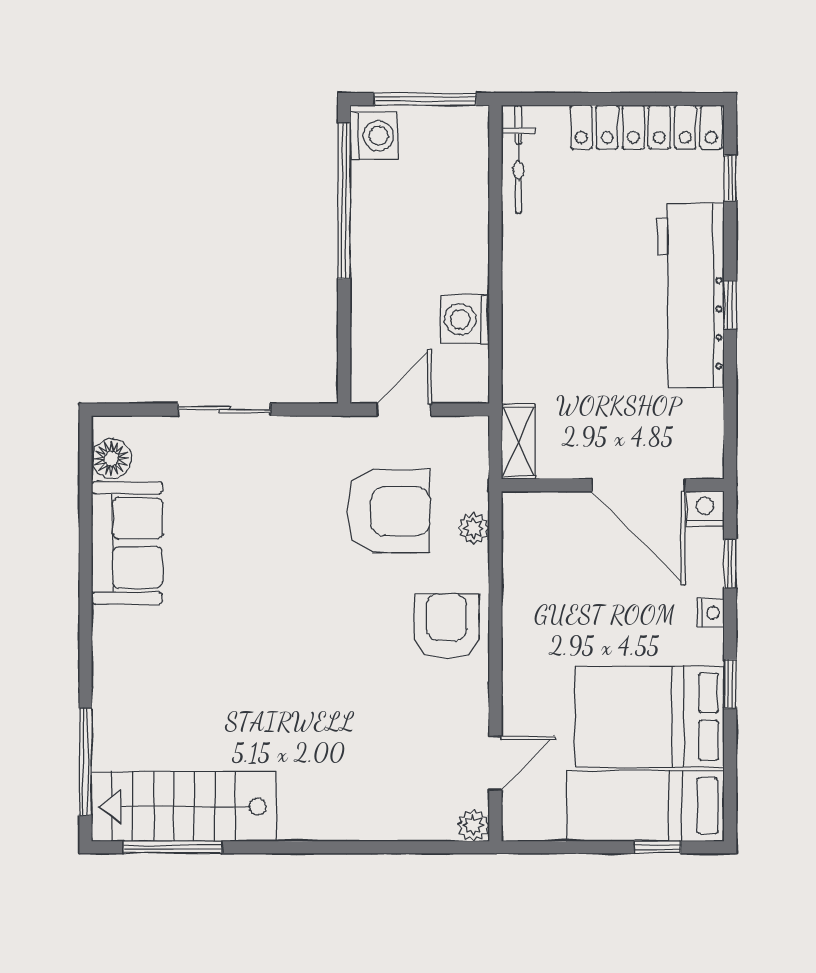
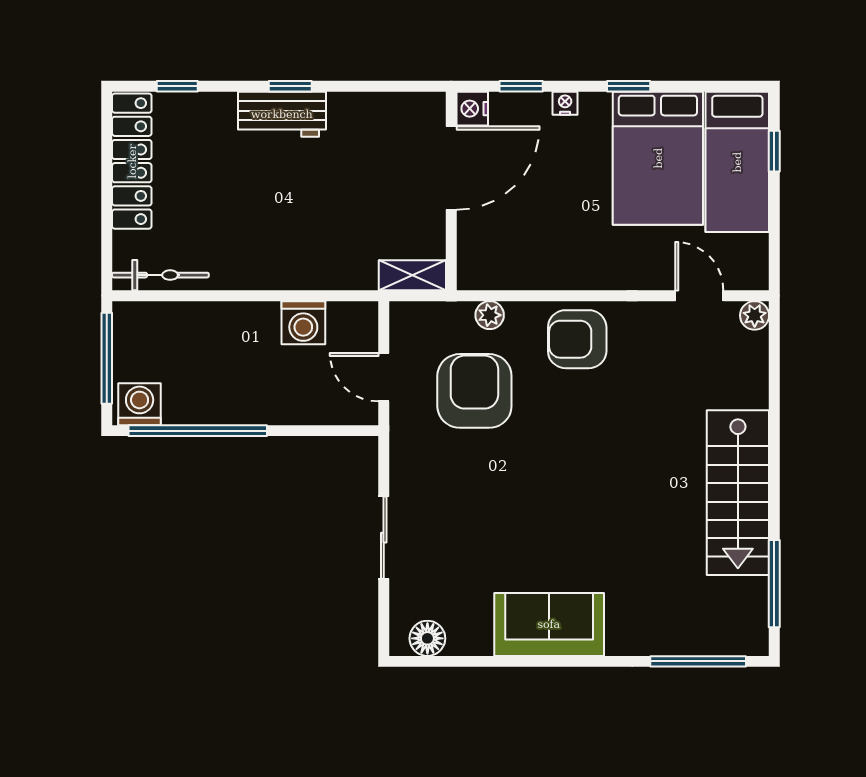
workbench: (691, 296) -> (282, 114), width x0.53, depth x0.76
sofa: (127, 543) -> (549, 624), moved
stairs: (184, 806) -> (738, 493), moved

